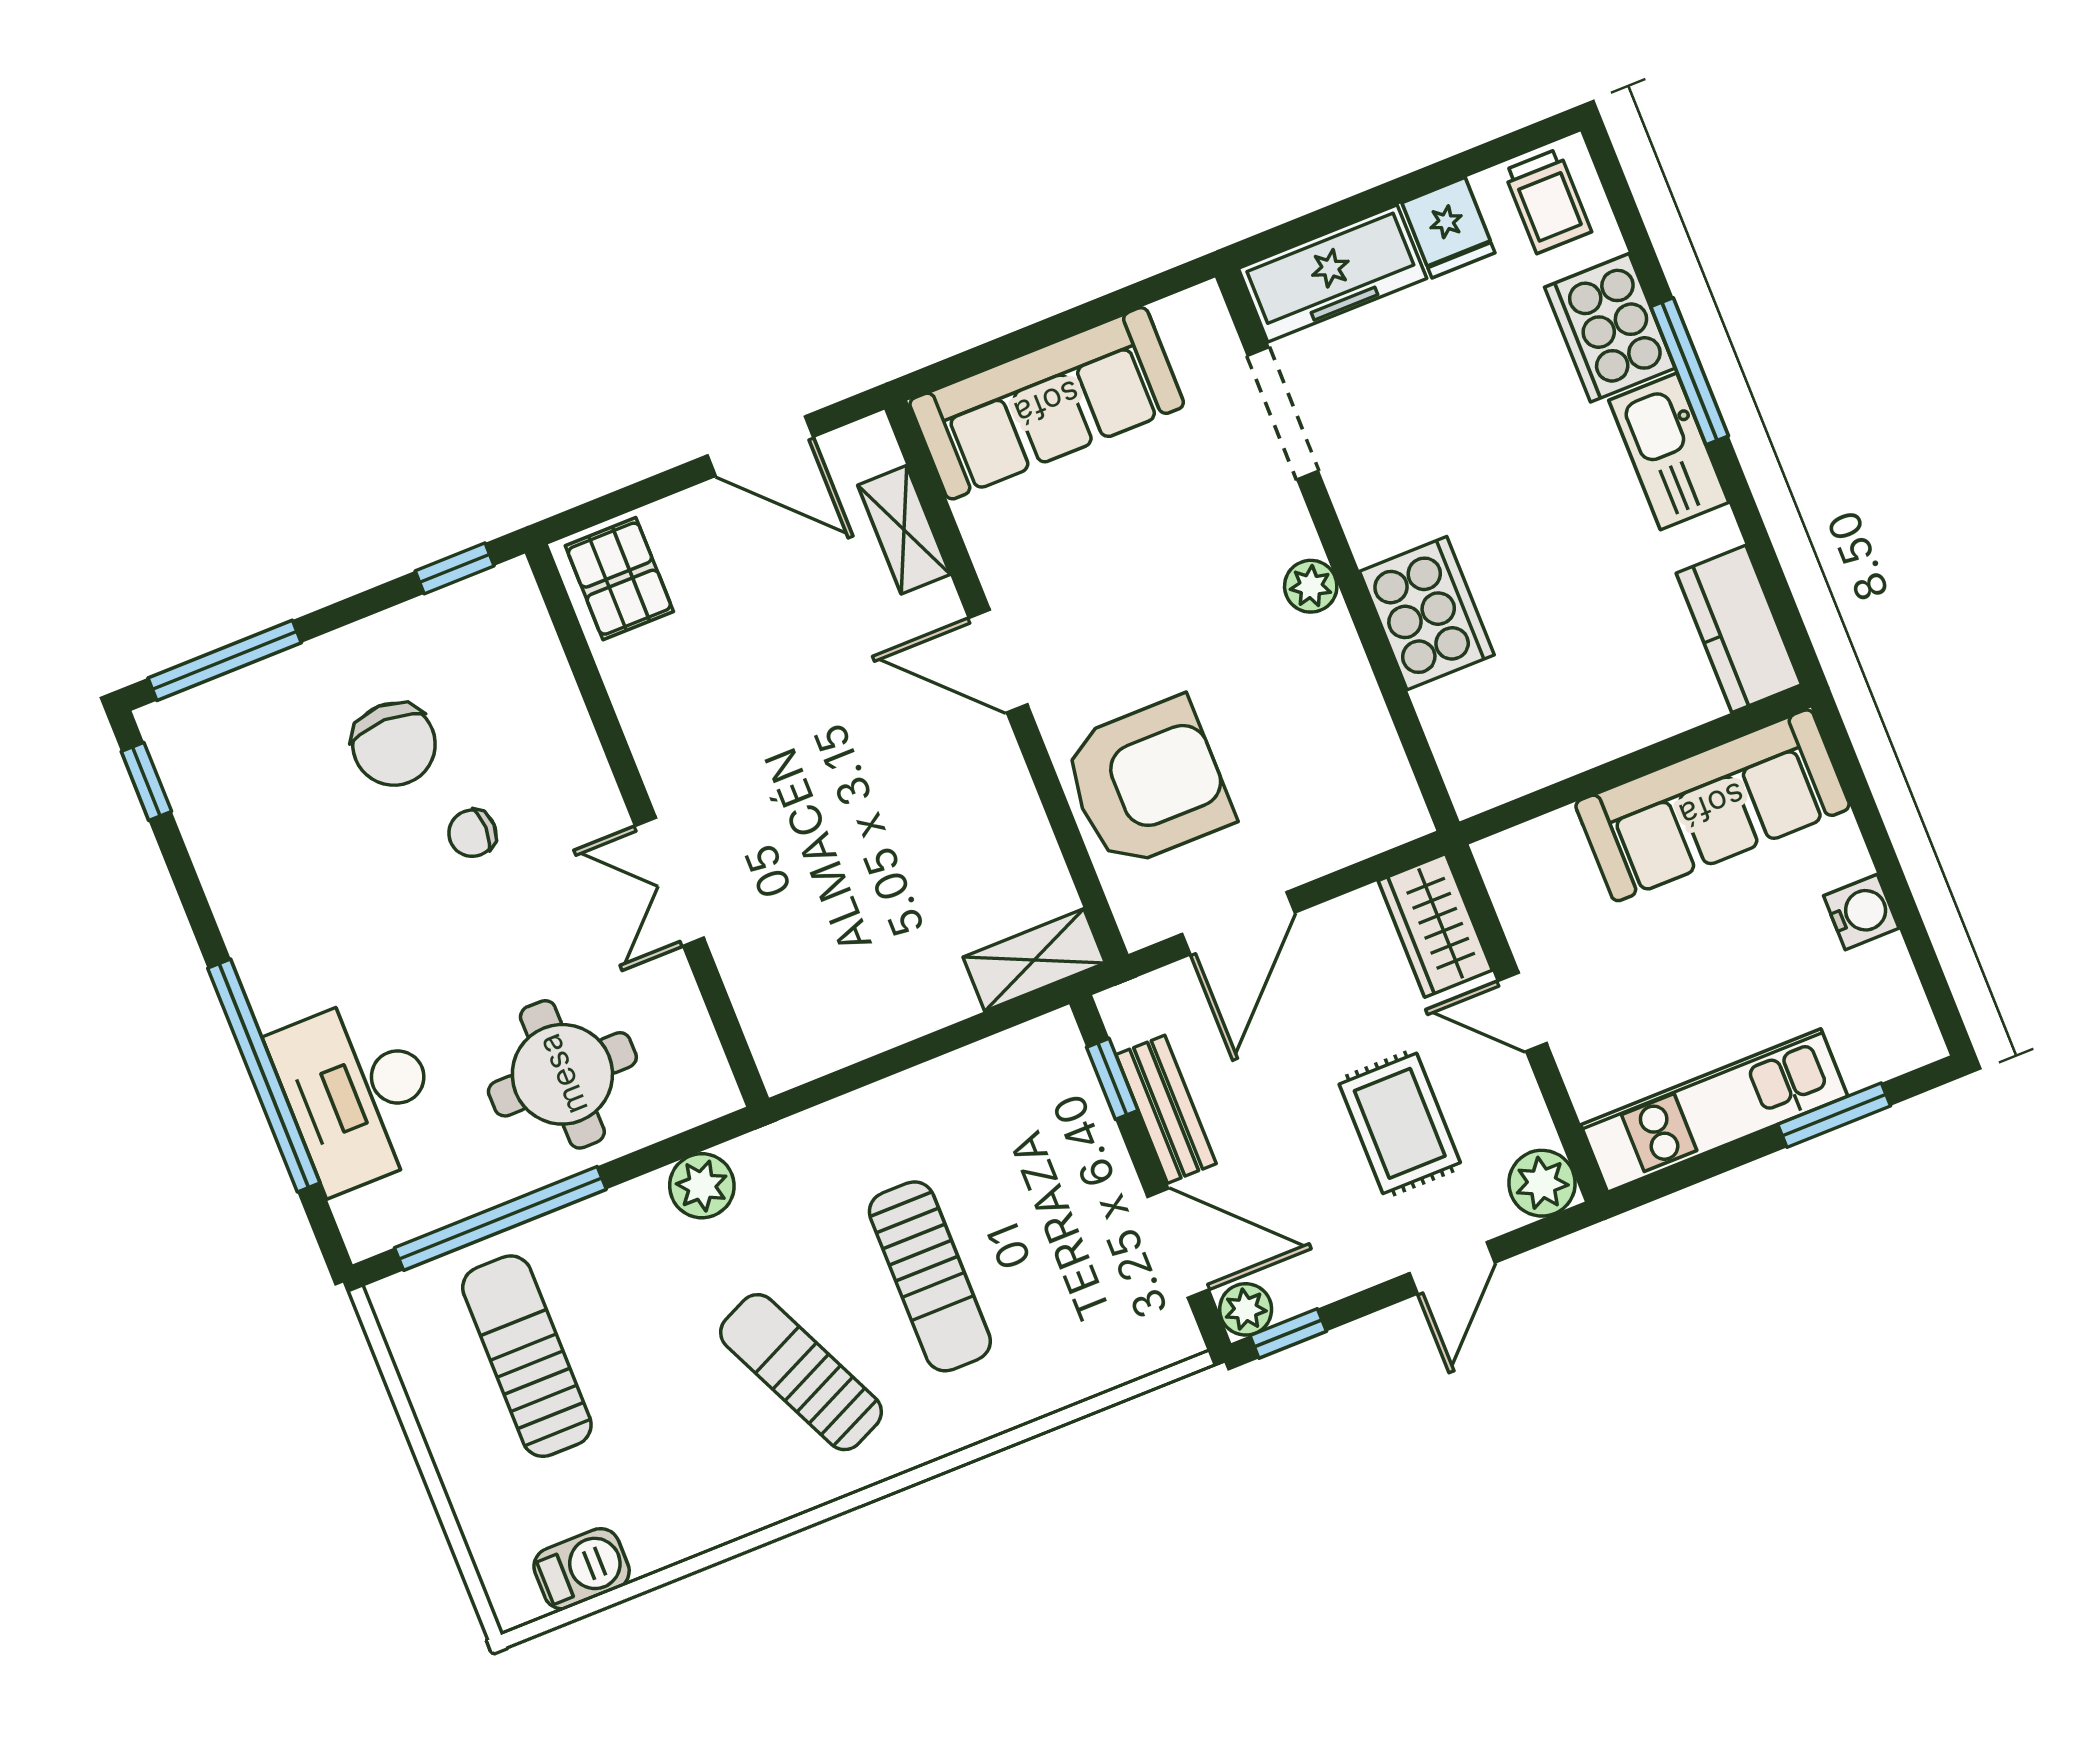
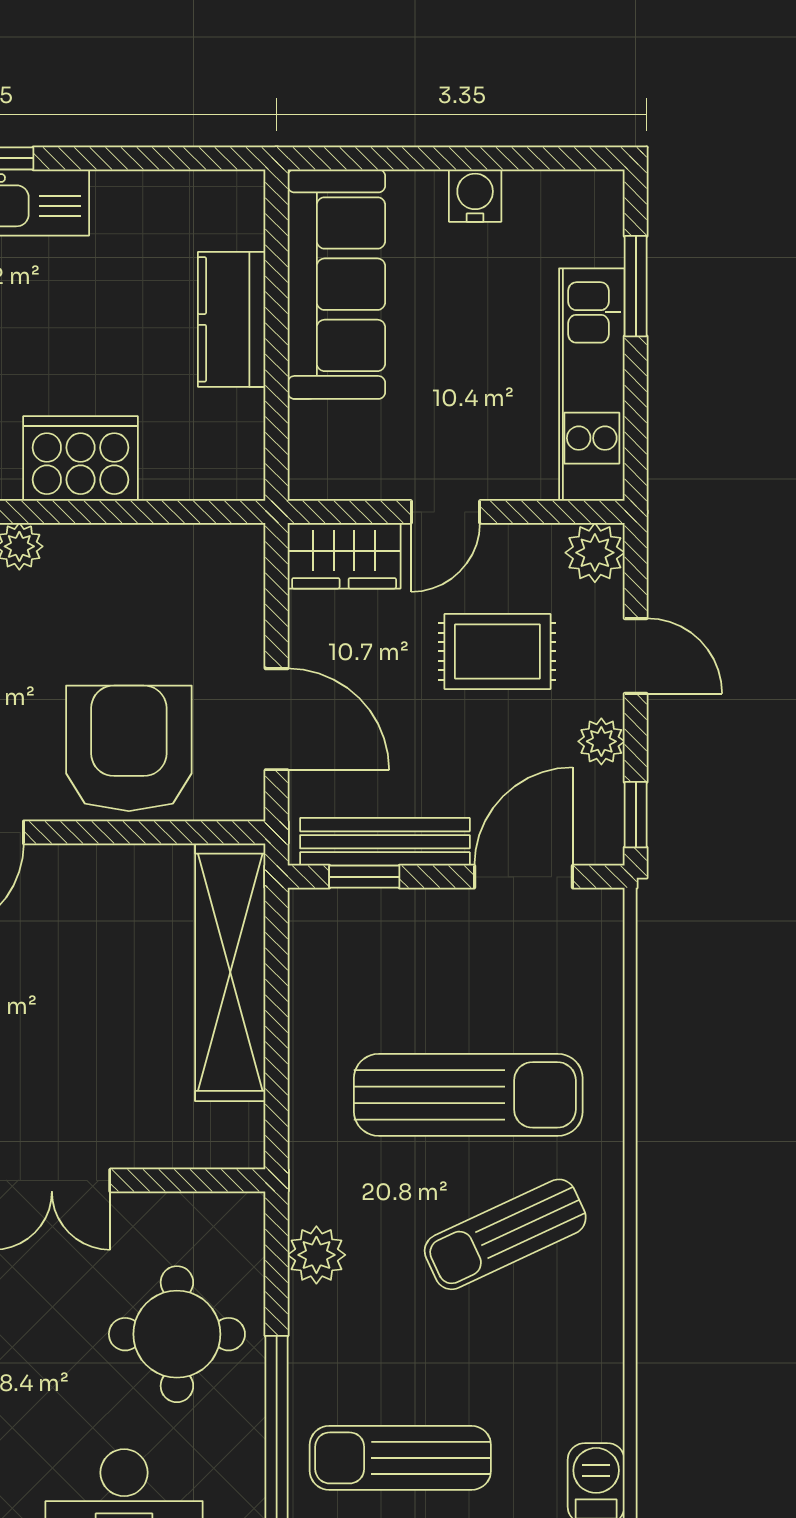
kitchen counter: (1739, 629) -> (232, 319), moved, turned 90
shelving: (1034, 960) -> (230, 972), width x2.20, depth x1.33
bench: (1166, 1109) -> (385, 842), width x1.36
sun lounger: (930, 1276) -> (468, 1095), width x1.36, depth x1.34
plant: (1246, 1309) -> (601, 741), moved

